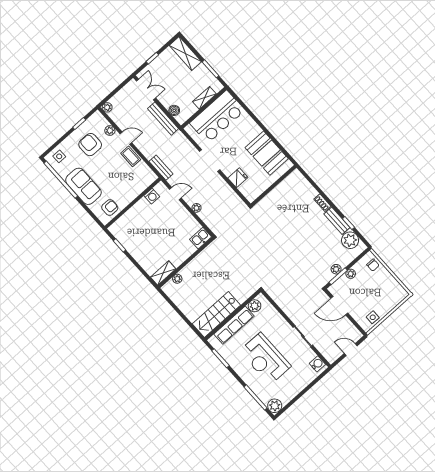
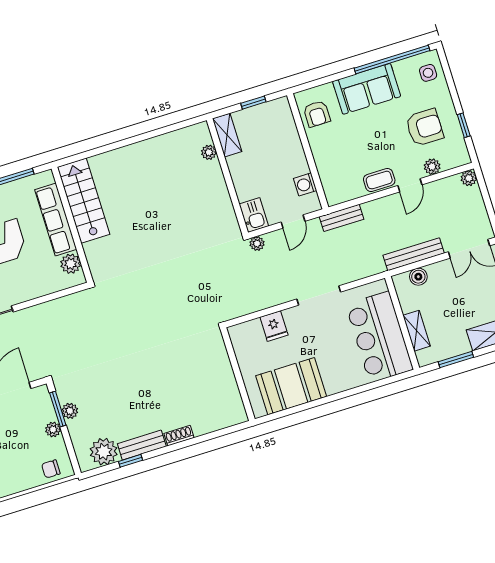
kitchen sink: (201, 238) -> (254, 215), moved
wall: (186, 262) -> (227, 176), moved
shelving: (163, 273) -> (227, 135), moved
plant: (177, 279) -> (209, 152), moved

